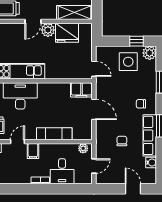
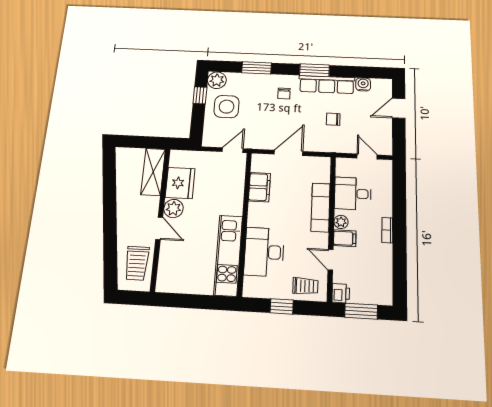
filing cabinet: (81, 90) -> (259, 187), moved
plant: (83, 148) -> (341, 222), moved
desk: (62, 171) -> (353, 194), moved, turned 180

